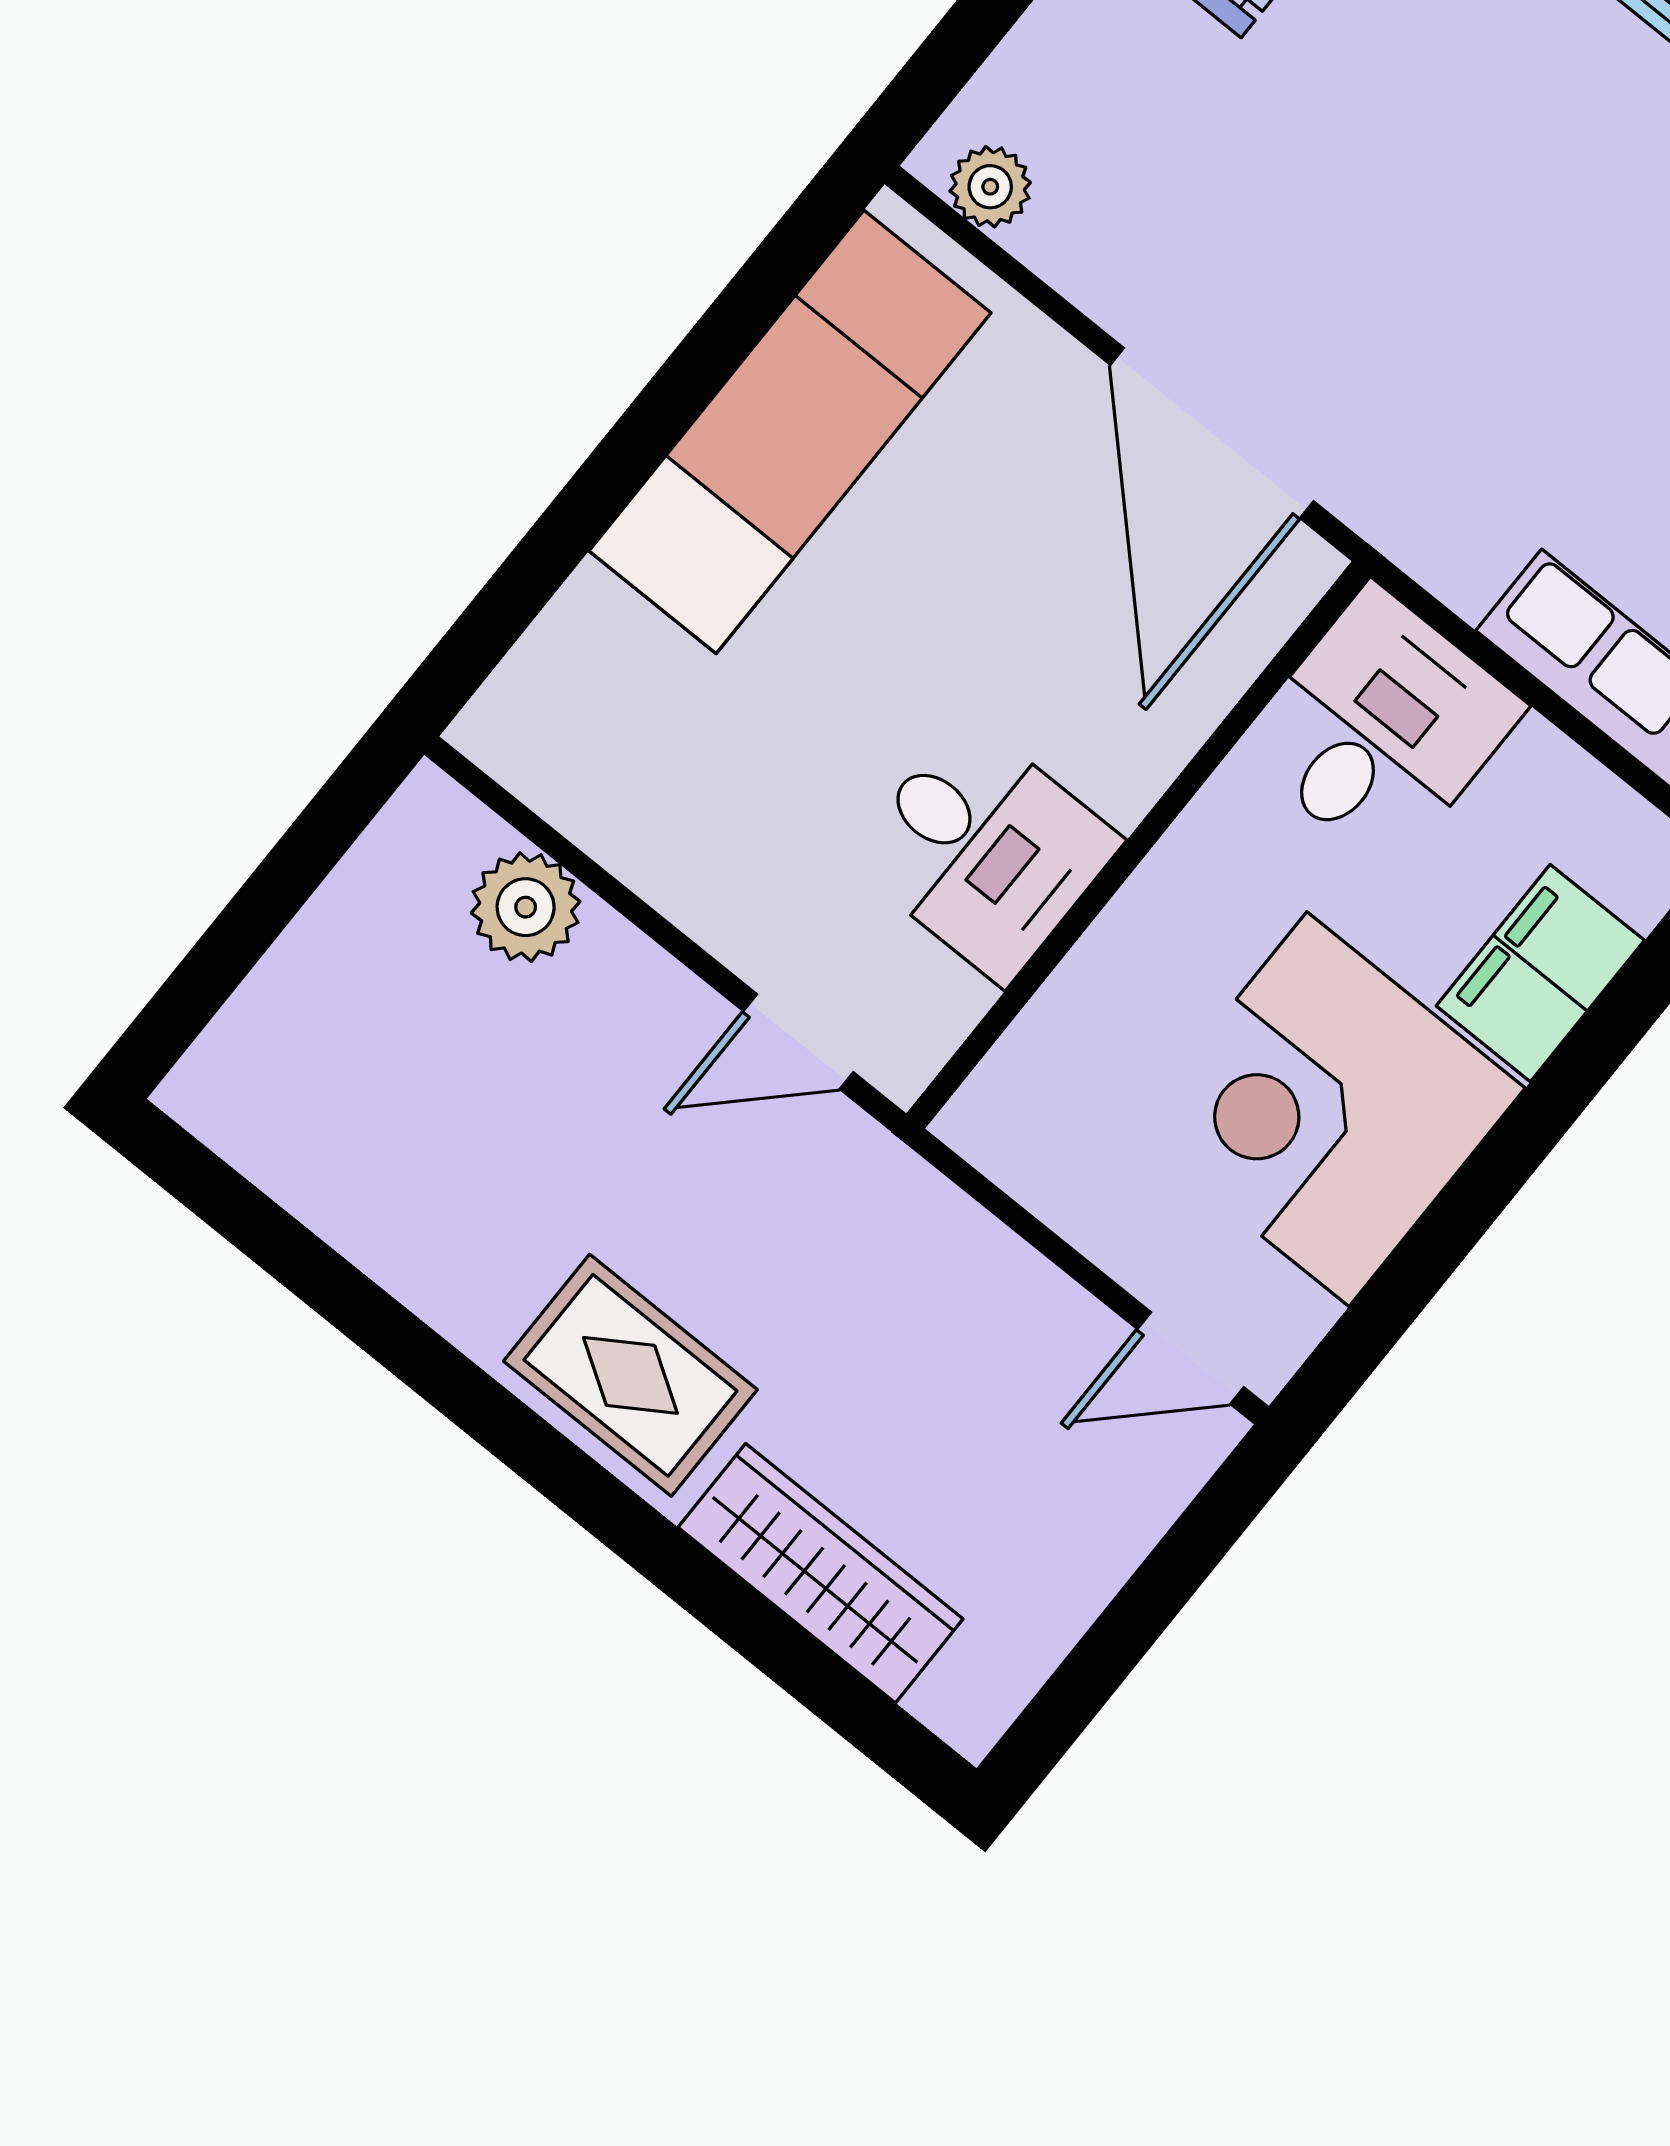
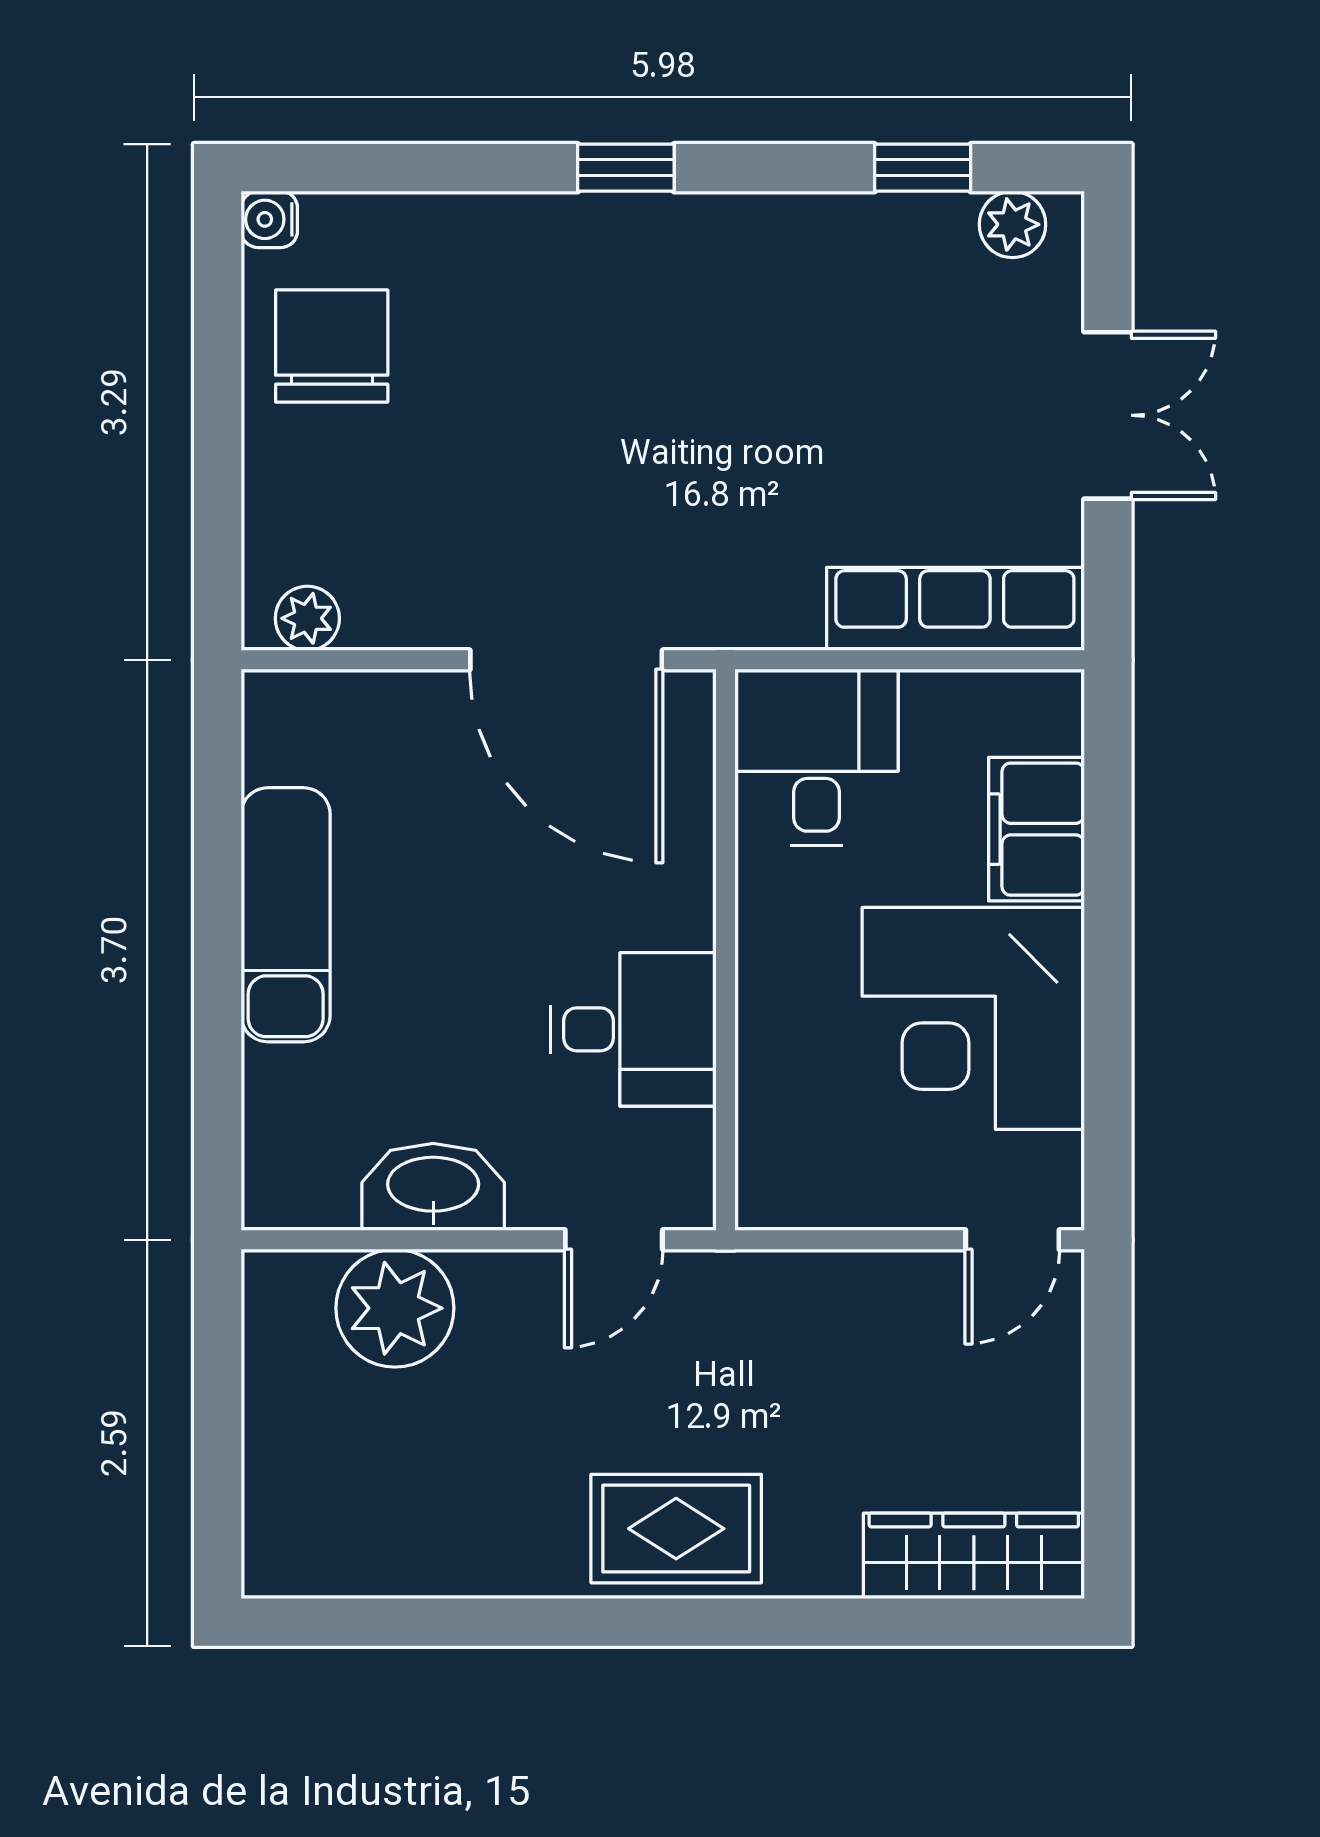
exam couch: (790, 432) -> (286, 915), width x0.73, depth x0.69
washbasin: (663, 846) -> (433, 1187), added
plant: (526, 907) -> (395, 1308), width x1.36, depth x1.36
wardrobe: (821, 1573) -> (974, 1556), moved

